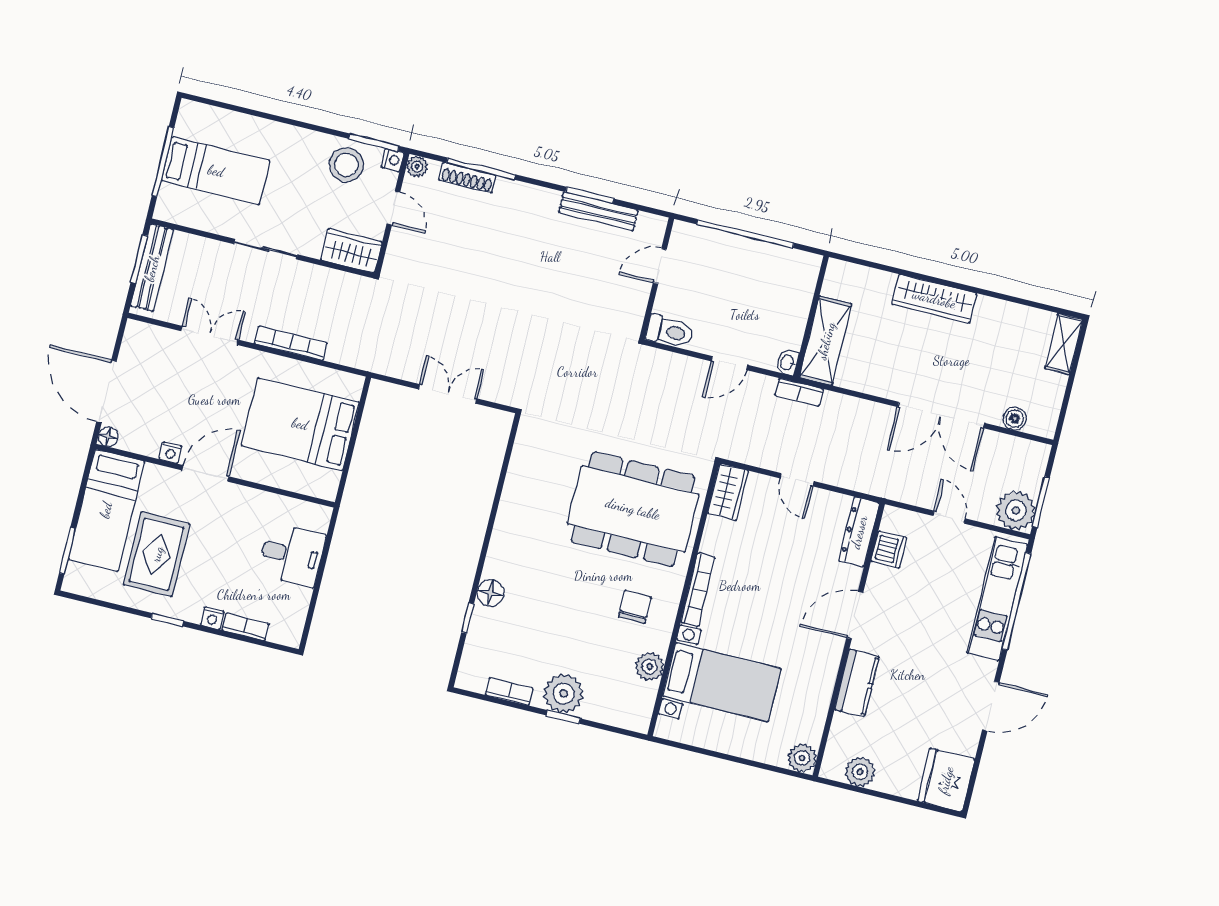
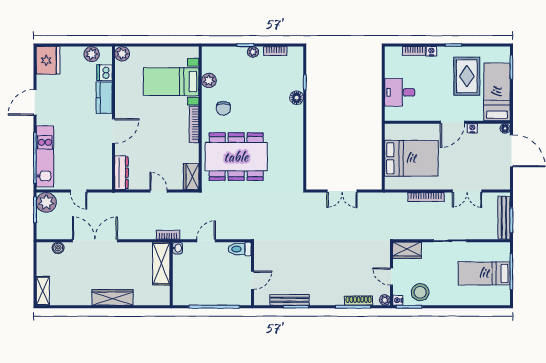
dishwasher: (889, 550) -> (104, 73), moved
plant: (564, 694) -> (253, 52), width x0.53, depth x0.53

